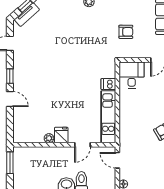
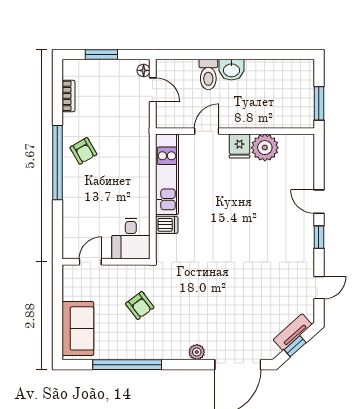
armchair: (126, 32) -> (140, 306), turned -127
plant: (49, 138) -> (265, 148), width x1.88, depth x1.88
door: (117, 160) -> (153, 90), moved

